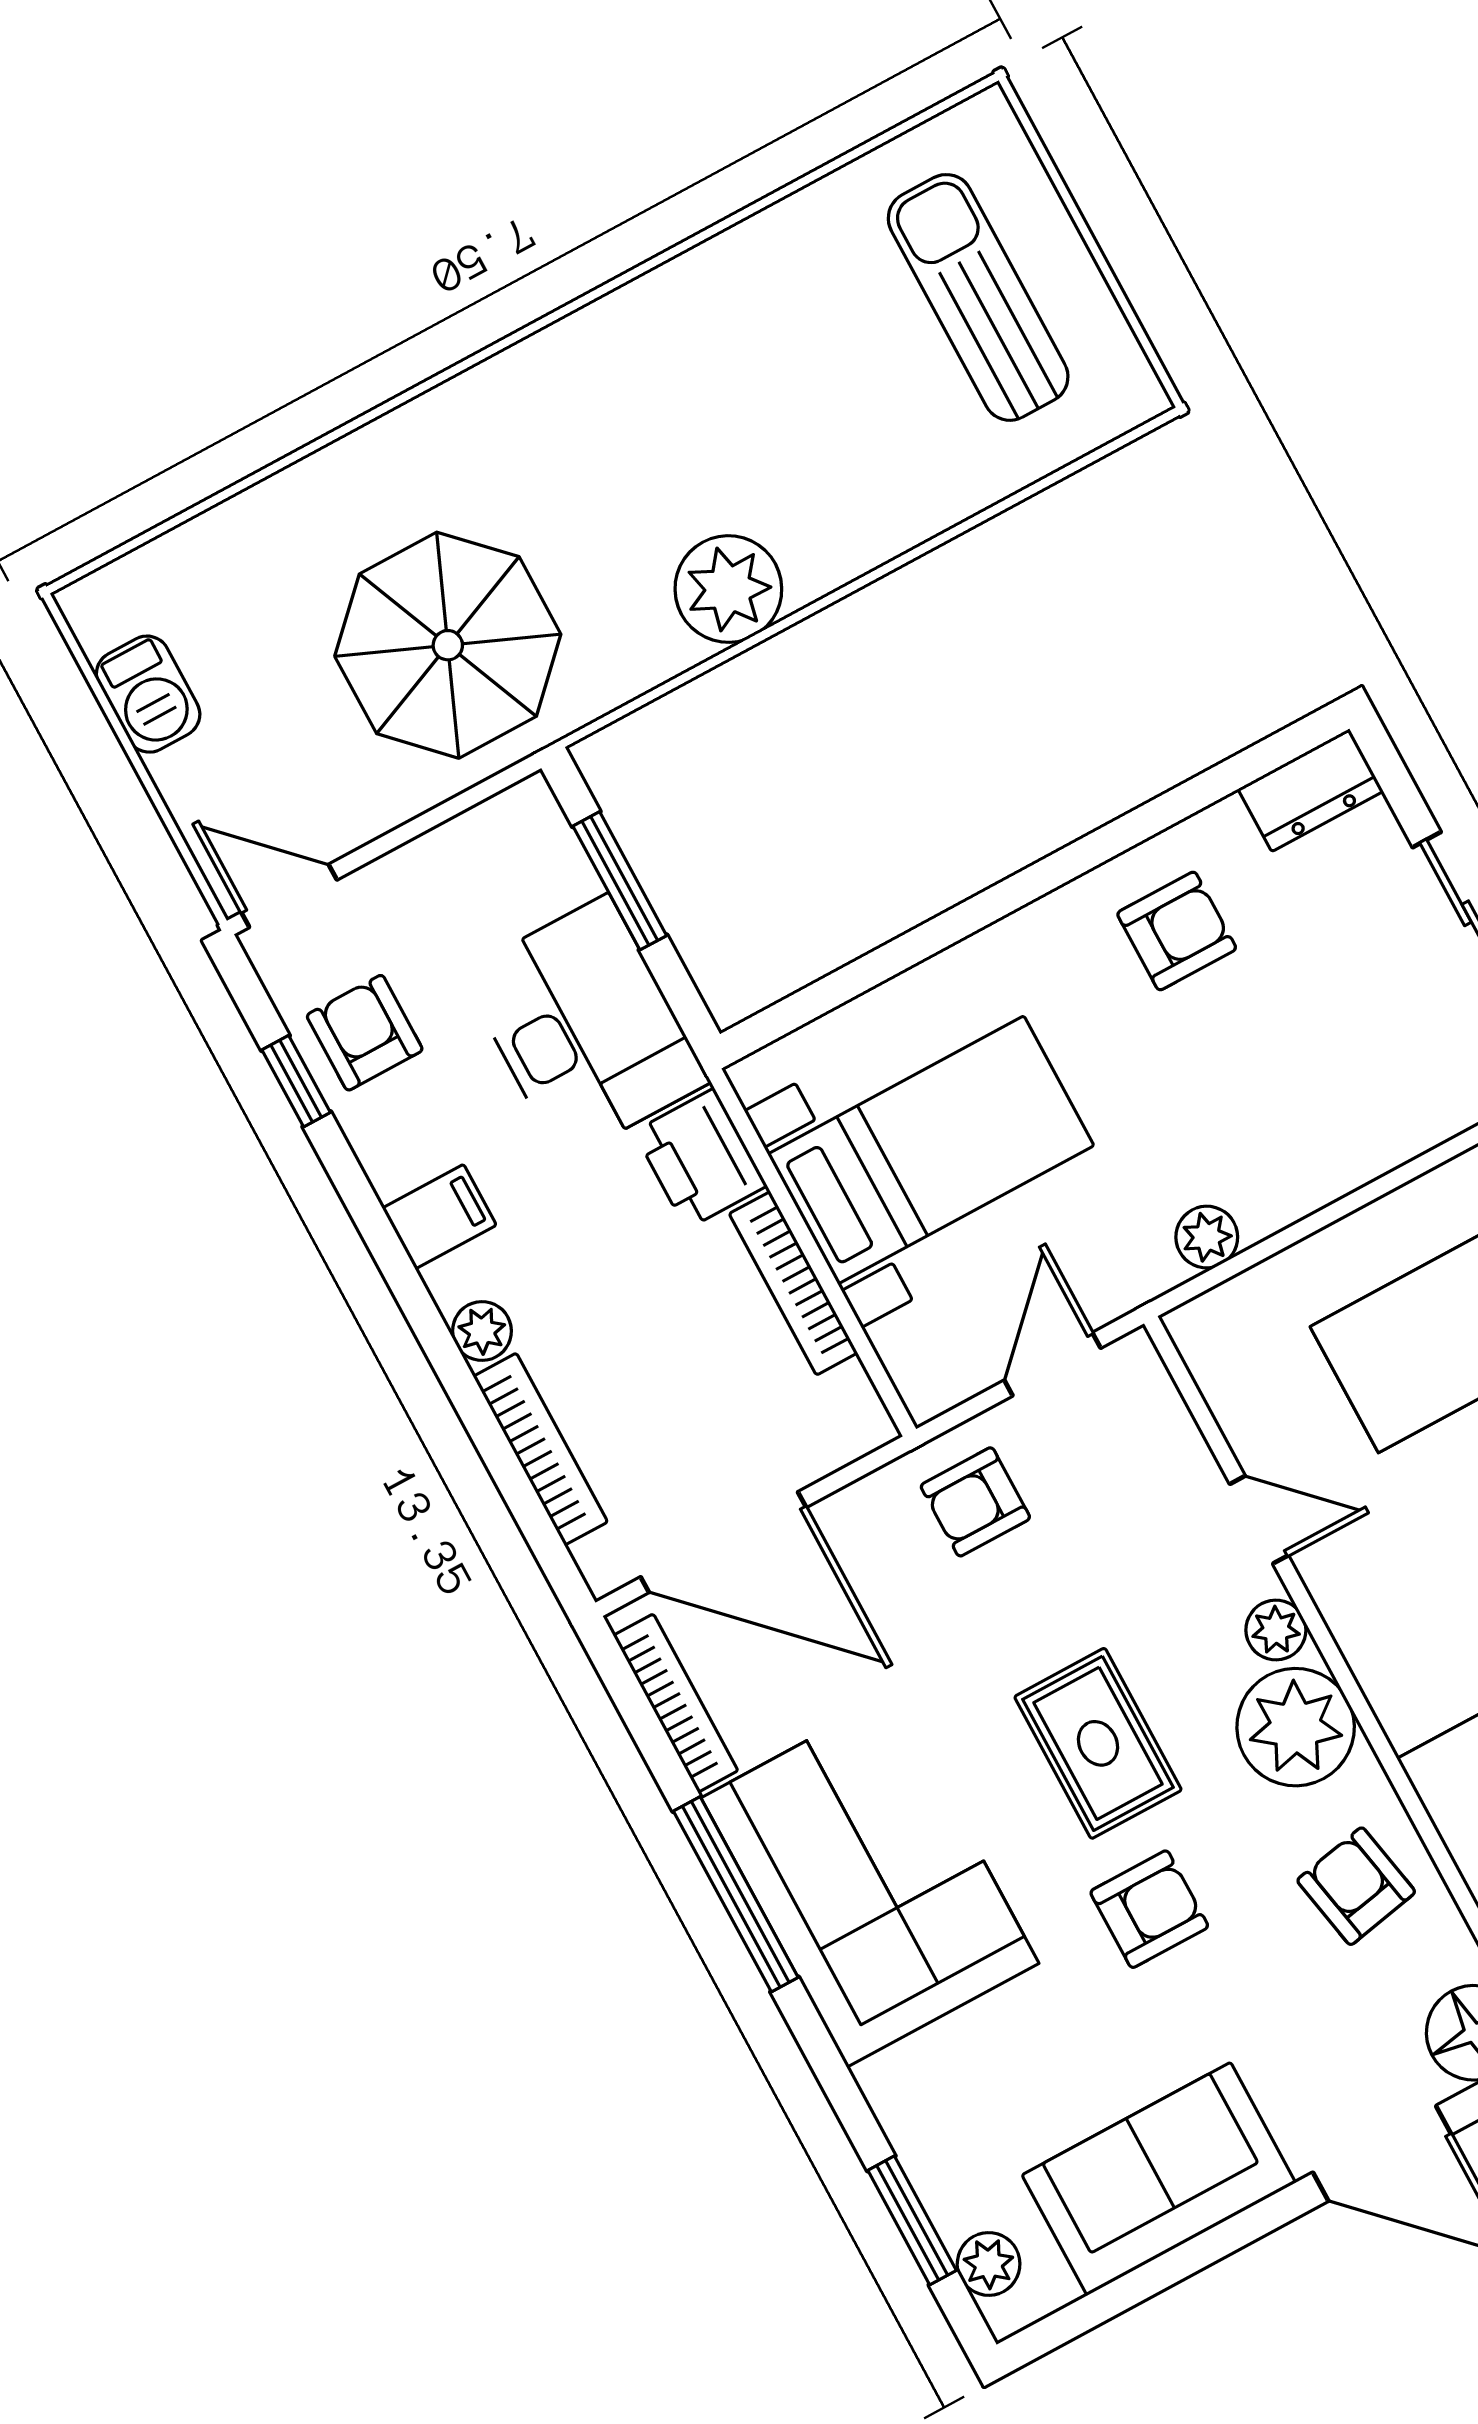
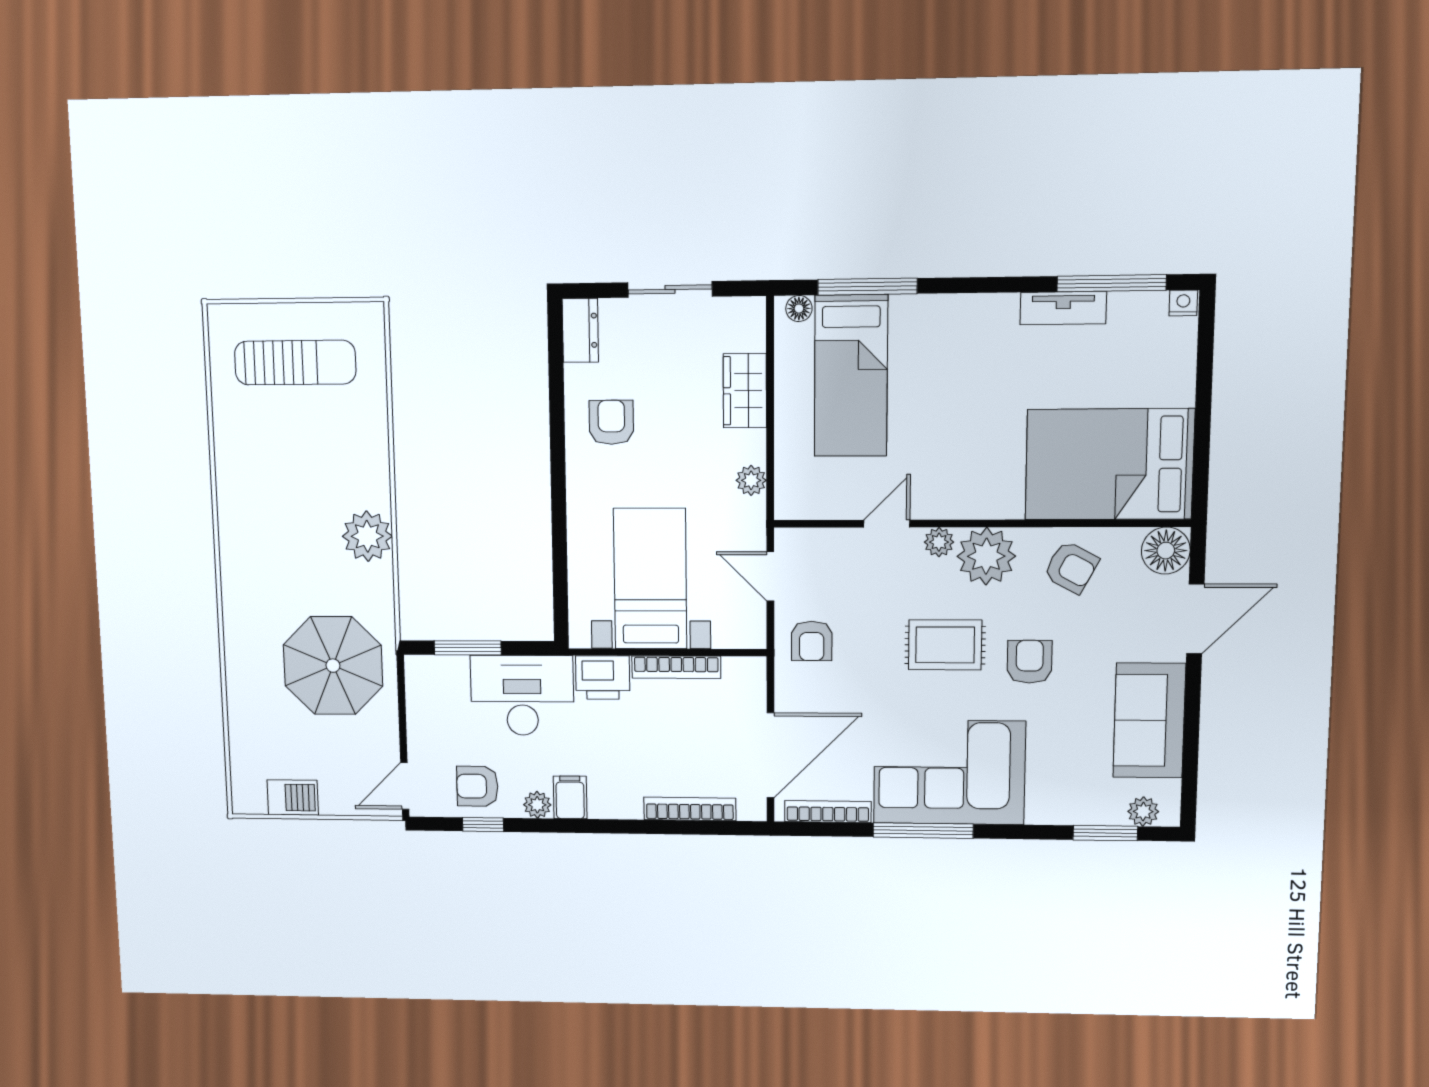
sun lounger: (978, 297) -> (295, 363), turned 180
wardrobe: (1360, 1141) -> (745, 391), added
plant: (482, 1331) -> (537, 805), moved
armchair: (1356, 1886) -> (1071, 567), turned -141

